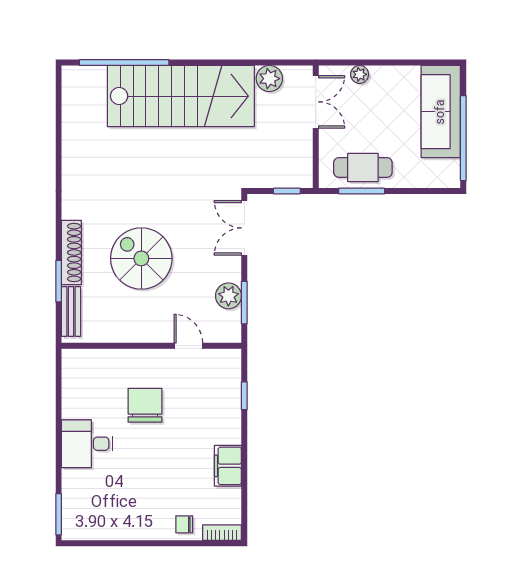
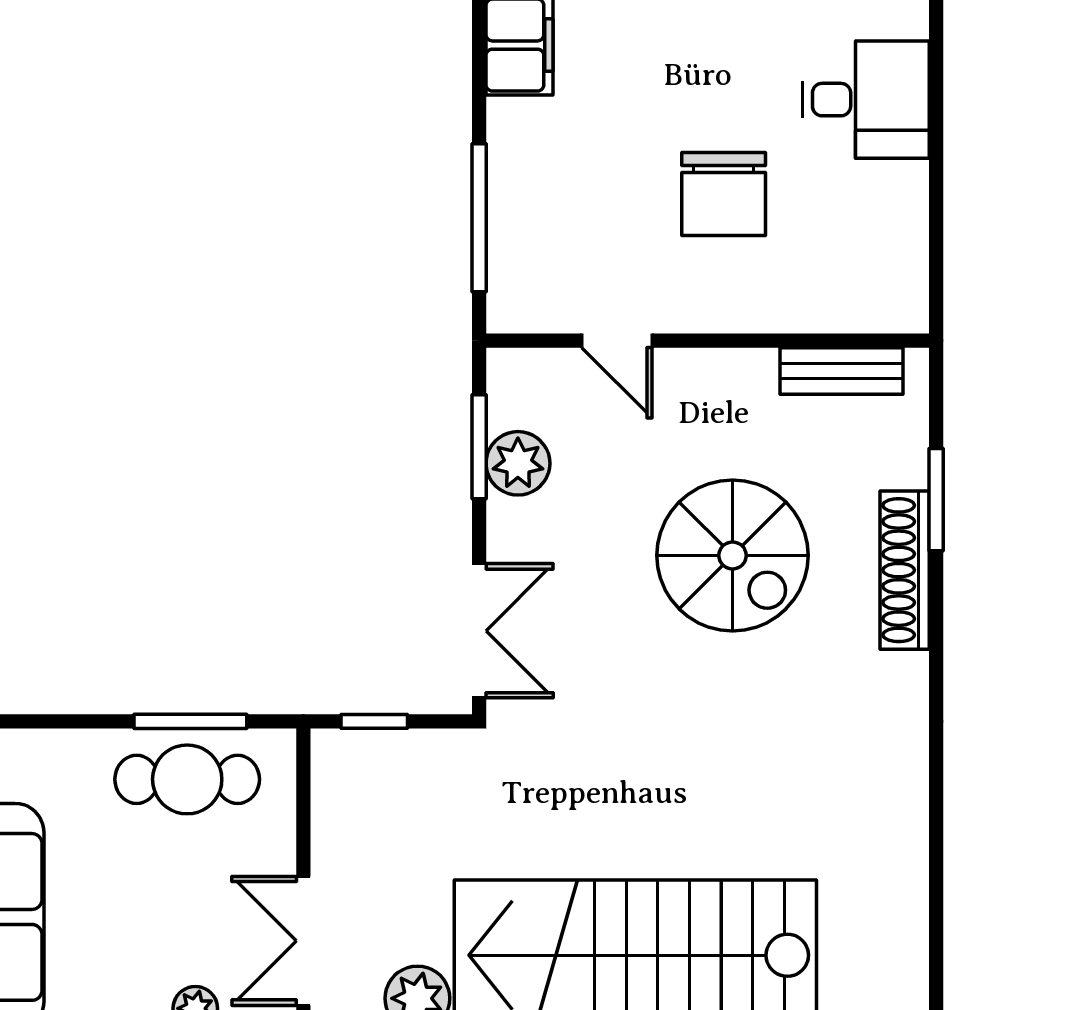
bench: (71, 312) -> (841, 371), moved, turned 90
window: (244, 396) -> (479, 218), width x2.17

